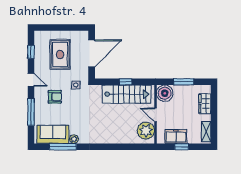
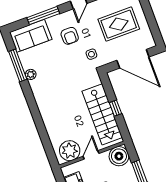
sofa: (53, 134) -> (31, 36), moved, turned 90

